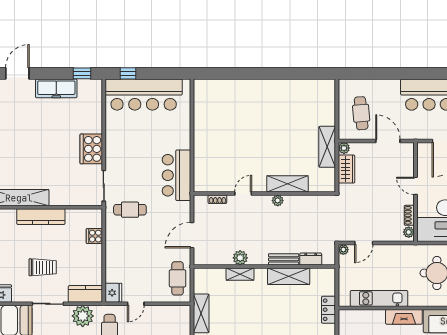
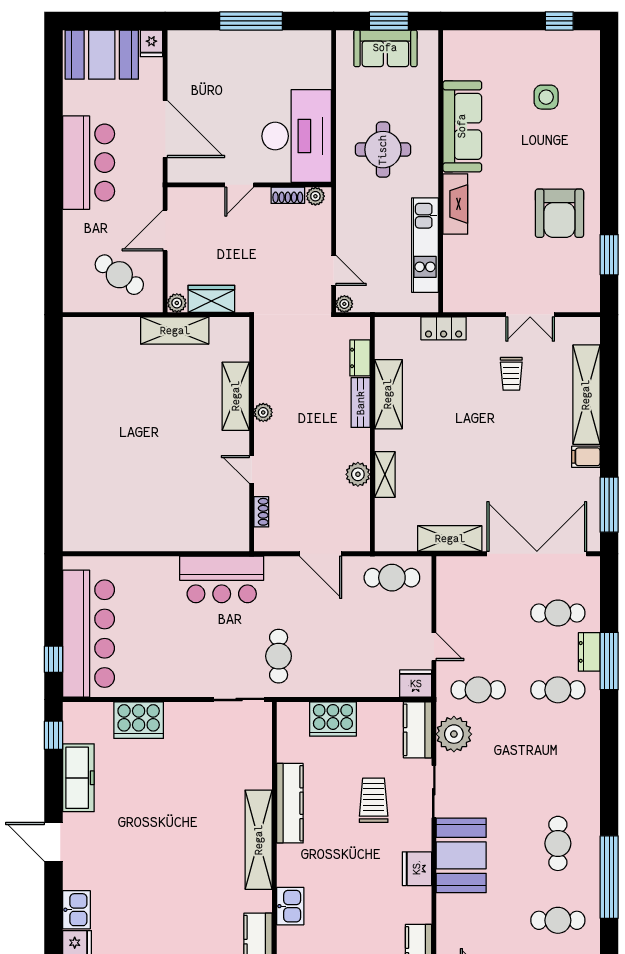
cafe table: (361, 113) -> (119, 275), turned 40
cooker: (91, 149) -> (139, 720), moved
cooker: (94, 236) -> (333, 719), width x1.87, depth x1.31

